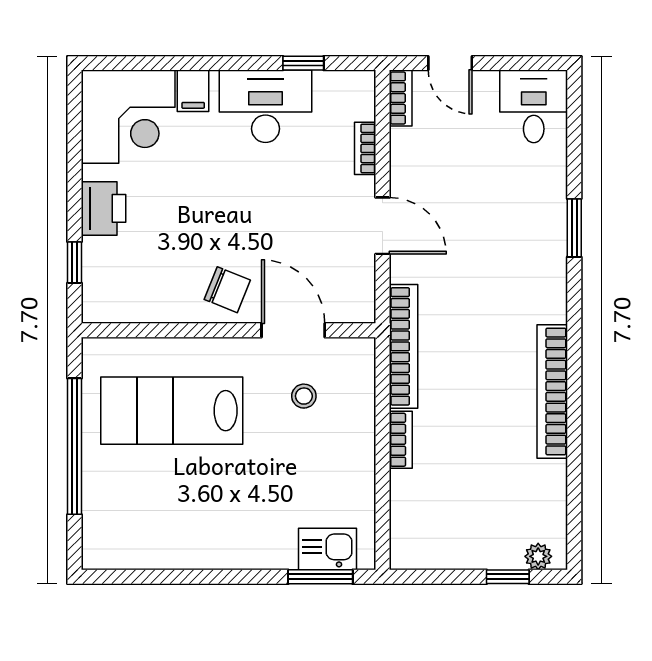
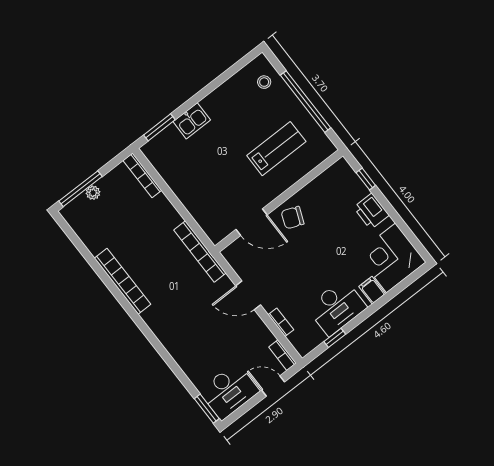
desk: (534, 106) -> (229, 391), width x1.37
window: (574, 228) -> (207, 409), moved
stool: (304, 396) -> (264, 82), moved
lab bench: (172, 411) -> (276, 149), width x0.73, depth x0.72
bookcase: (401, 440) -> (142, 175), moved, width x1.56
kitchen sink: (327, 549) -> (192, 121), moved
plant: (538, 556) -> (93, 193), moved
window: (508, 577) -> (81, 189), width x2.17

